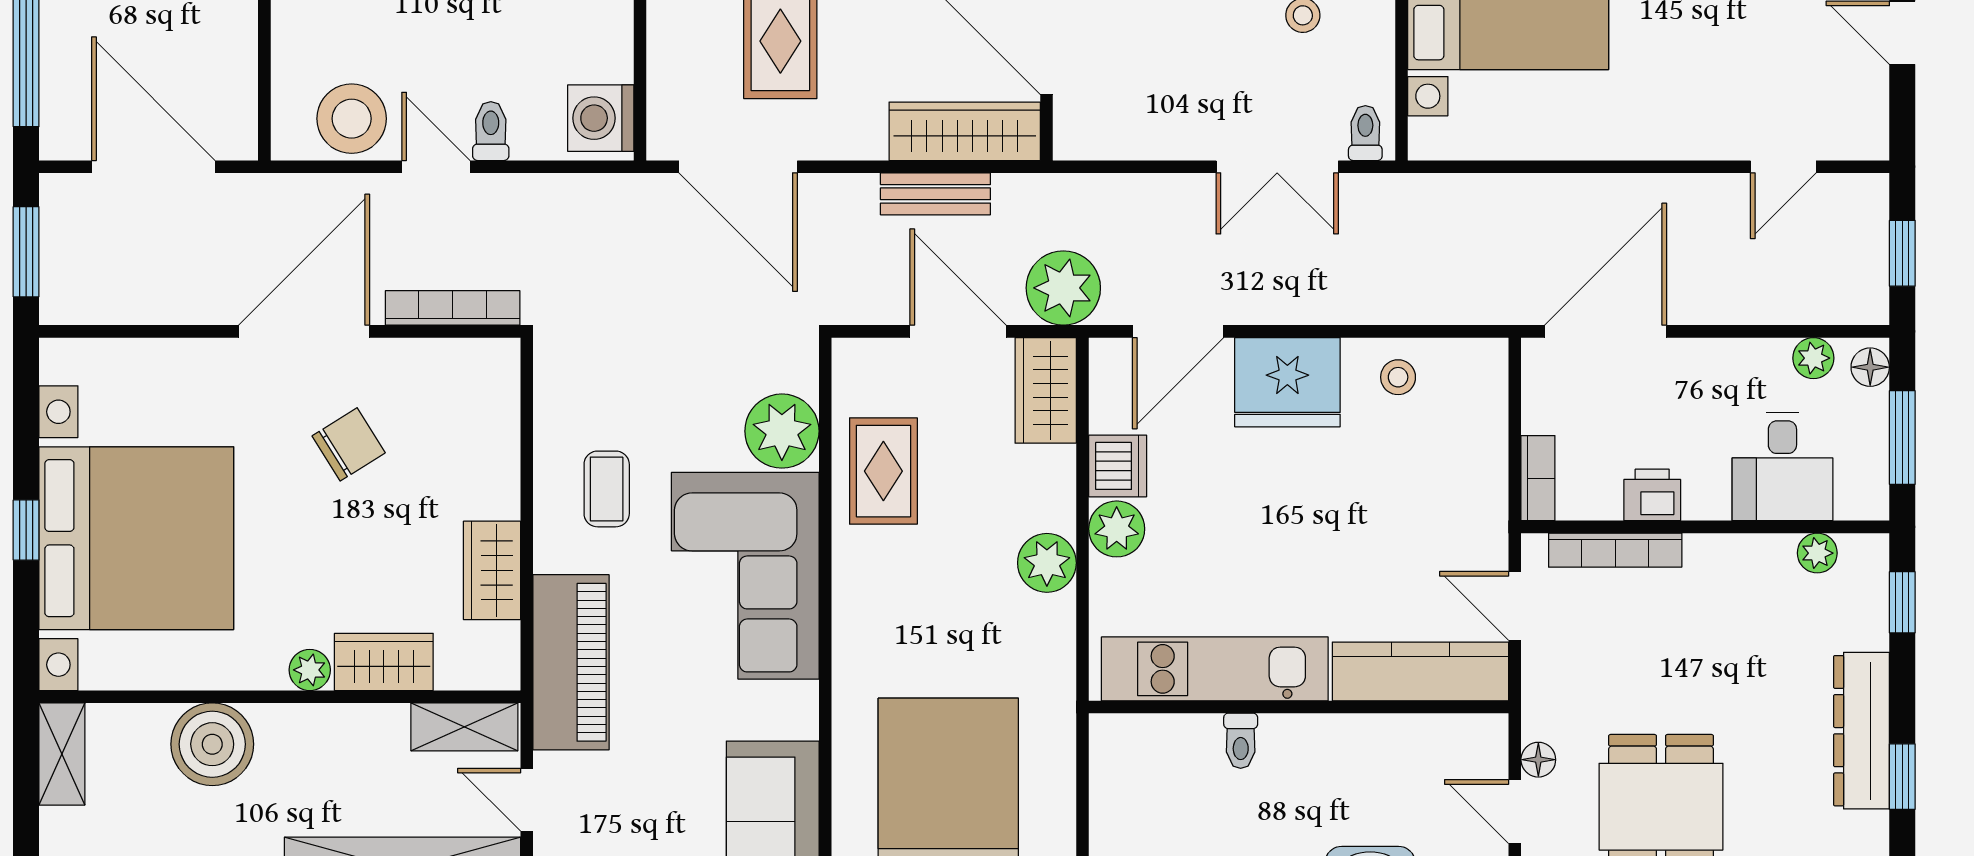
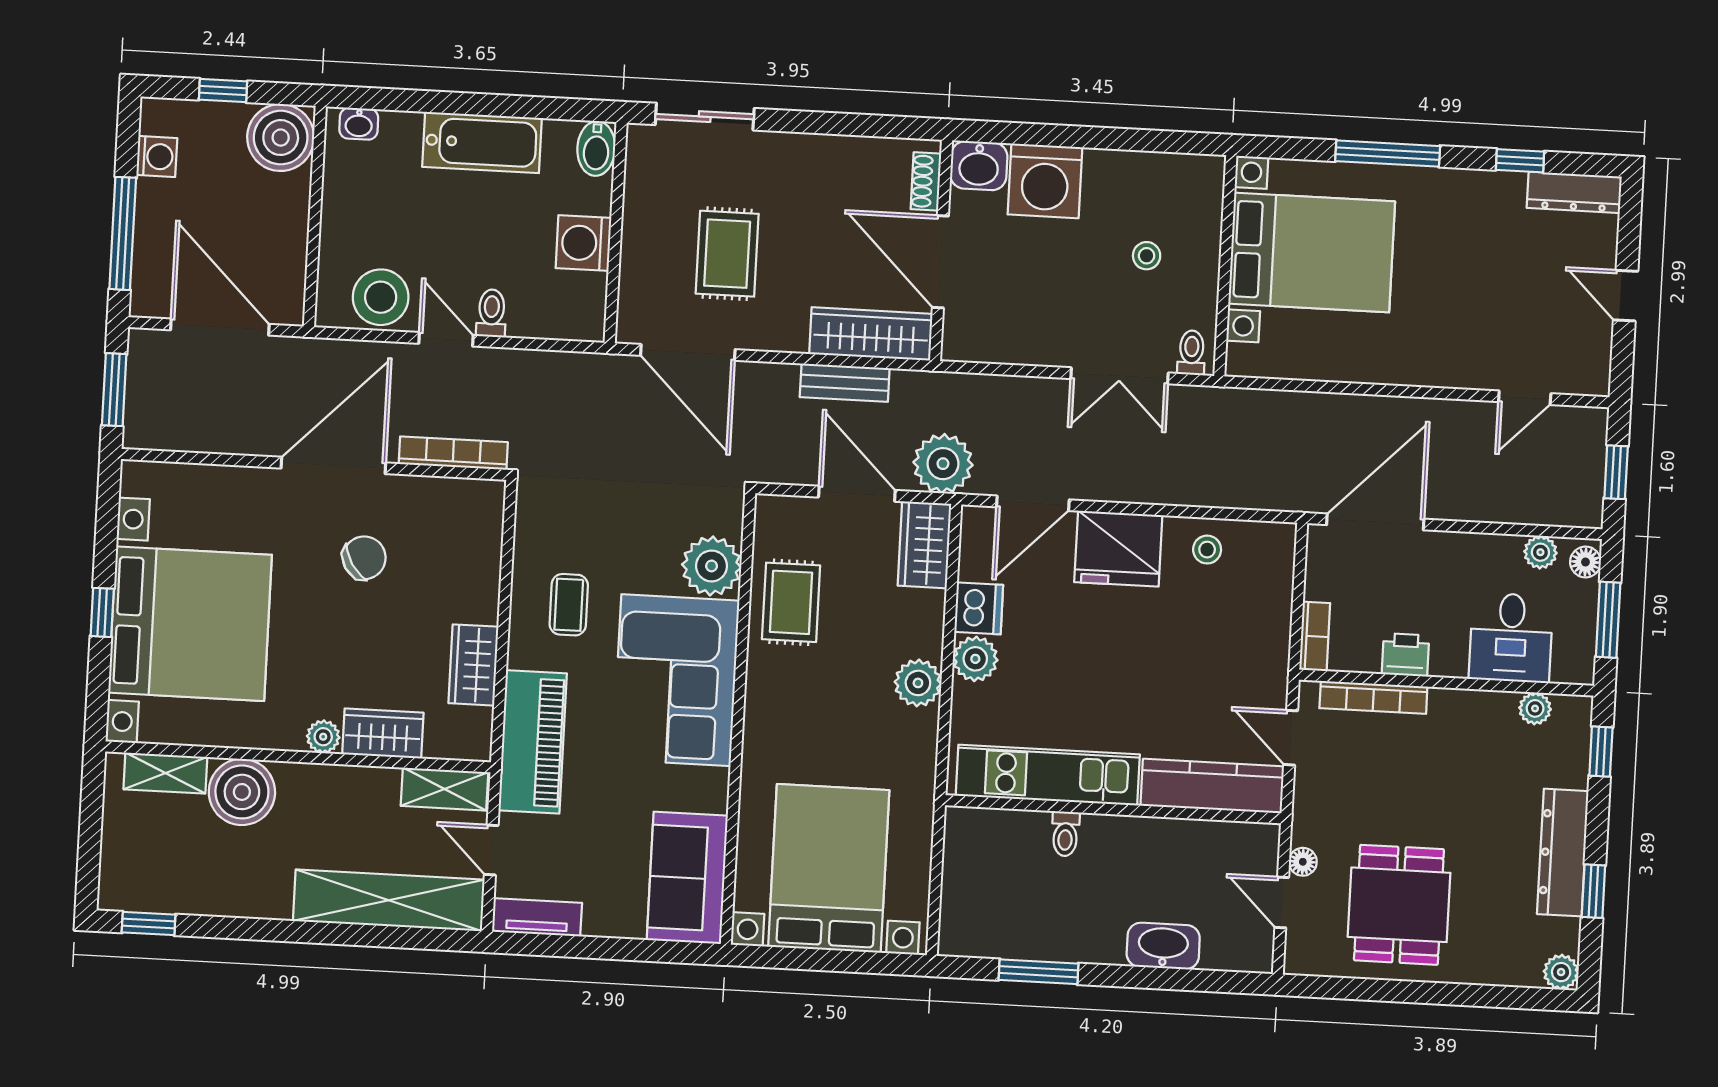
washing machine: (601, 118) -> (583, 243), moved
shelving: (62, 754) -> (165, 773), moved, turned 90

